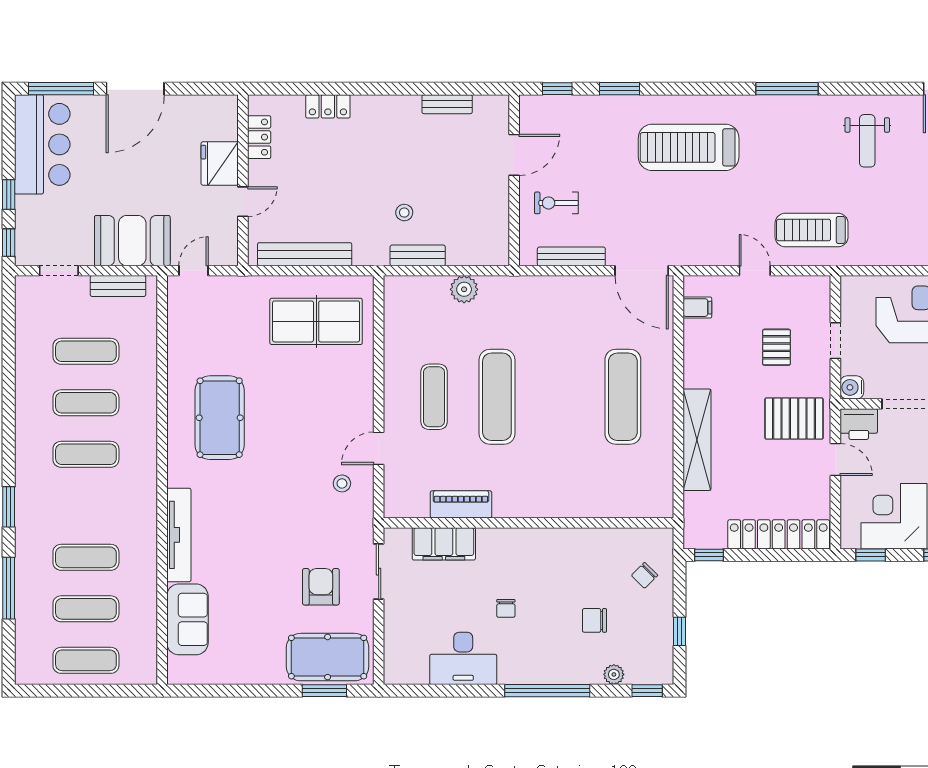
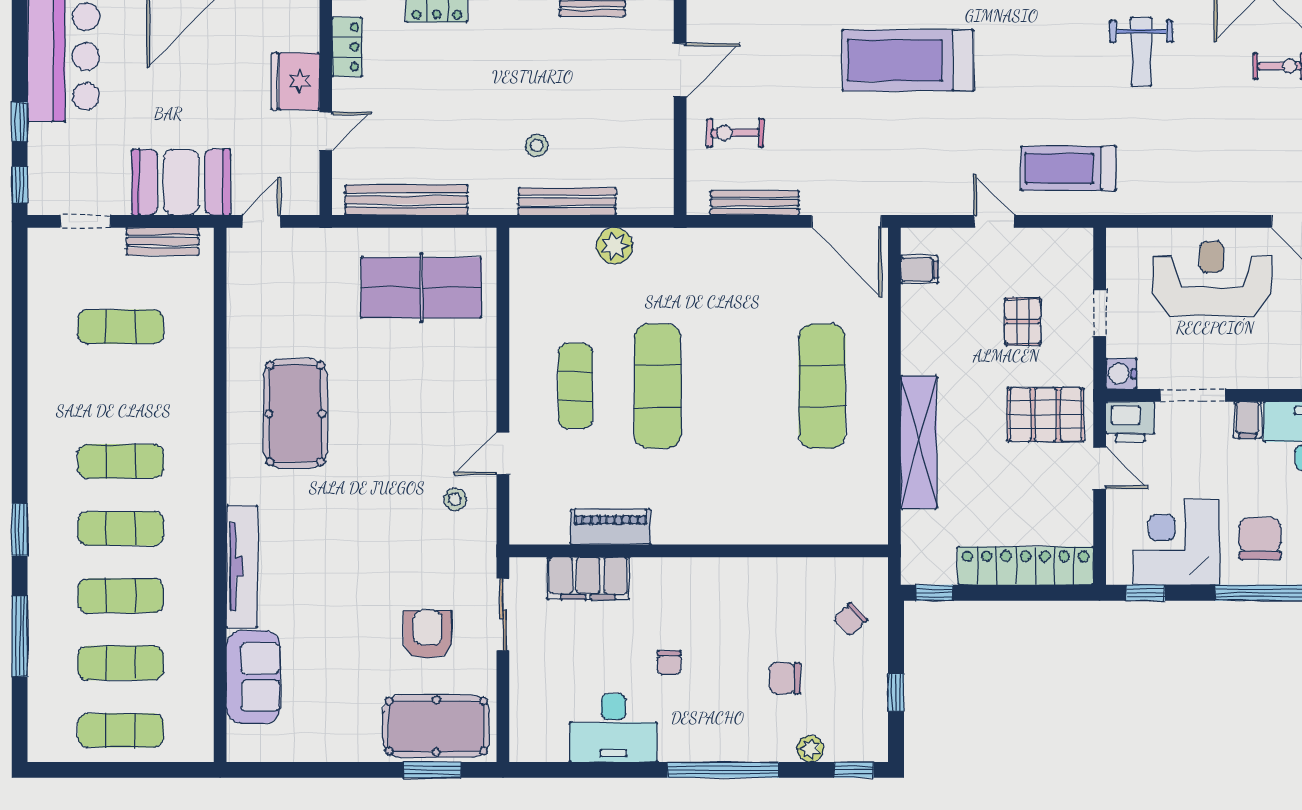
bench: (418, 255) -> (567, 202), width x1.36
exercise mat: (86, 403) -> (121, 529), moved

